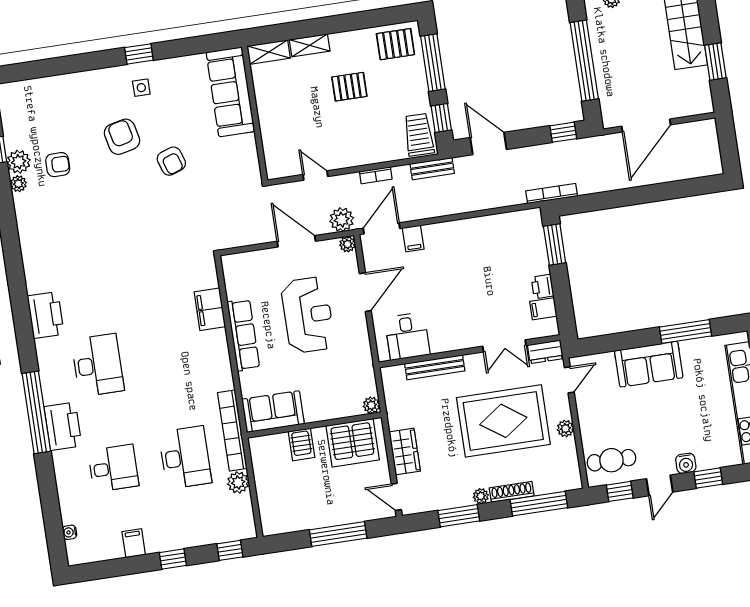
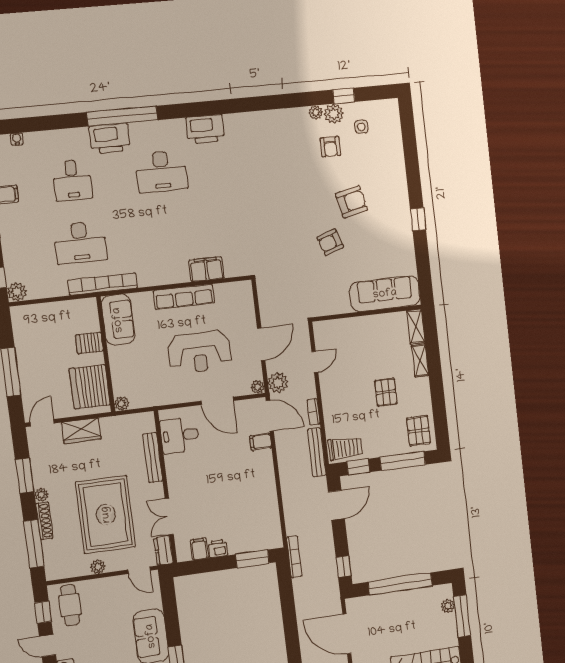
side table: (141, 88) -> (361, 127), moved
bench: (432, 169) -> (317, 452), width x1.36
plant: (238, 482) -> (17, 292), moved

